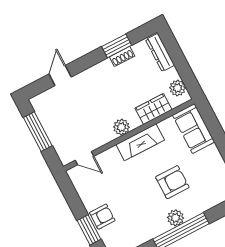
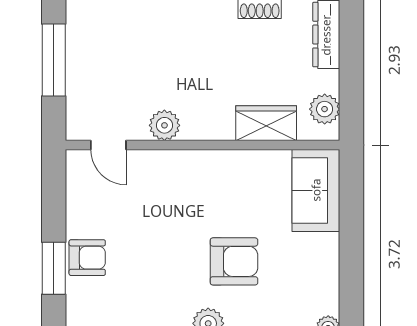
plant: (121, 127) -> (164, 125), moved
fireplace: (140, 142) -> (215, 167), removed

